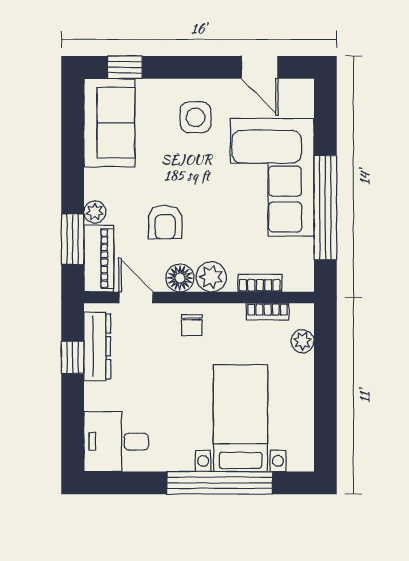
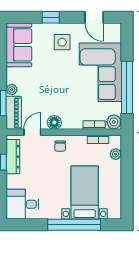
window: (125, 67) -> (51, 17), moved
armchair: (165, 222) -> (47, 95), removed
plant: (211, 277) -> (114, 122), moved
door: (136, 298) -> (32, 132), hinge flipped

